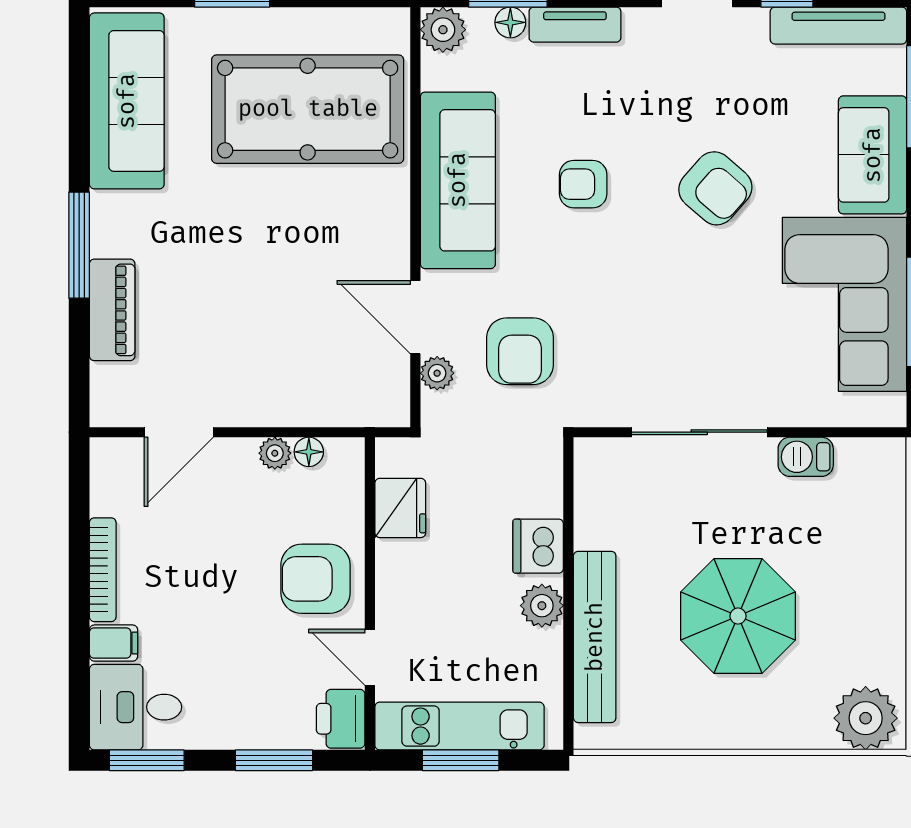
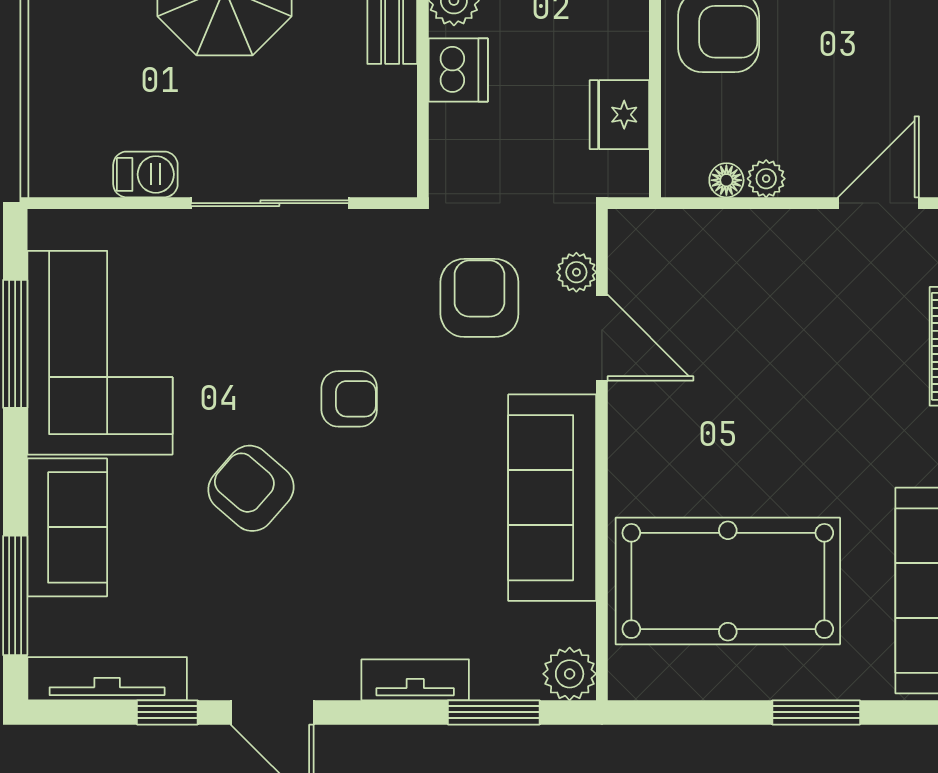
floor lamp: (510, 22) -> (491, 682), removed
armchair: (583, 184) -> (349, 399), moved

